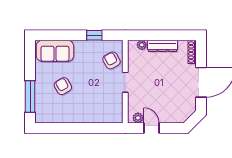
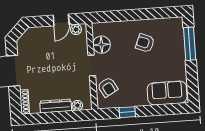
armchair: (63, 86) -> (145, 43), moved, turned 142
floor lamp: (115, 102) -> (102, 45), added
door: (152, 128) -> (61, 20), hinge flipped

